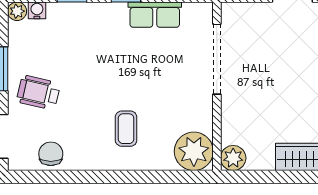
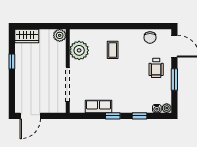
wheelchair: (38, 93) -> (156, 68), turned 77
plant: (194, 151) -> (79, 50), moved

